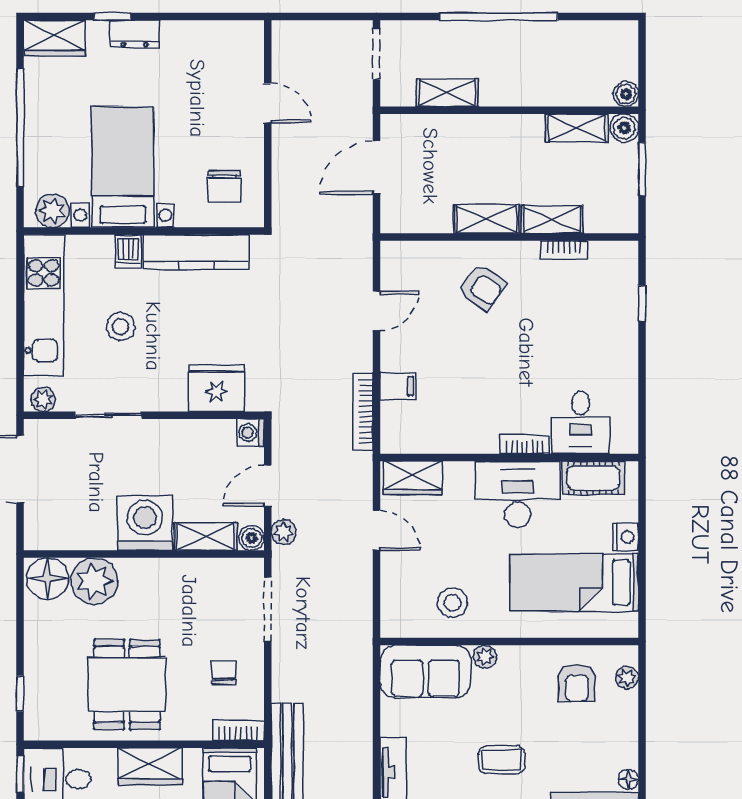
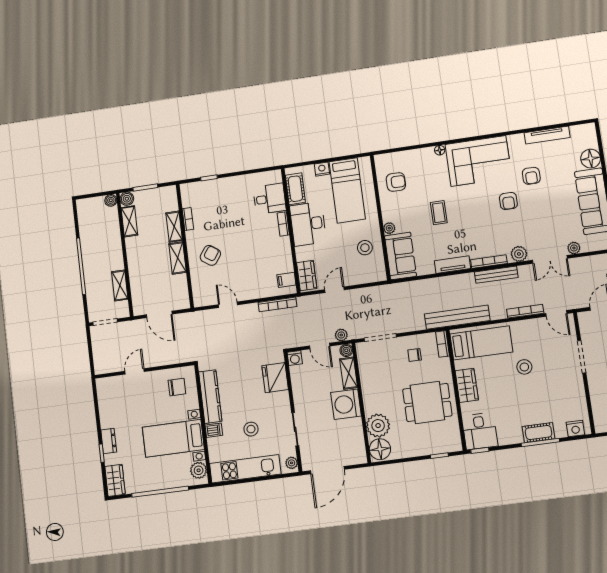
filing cabinet: (398, 386) -> (286, 280), moved, turned -90
plant: (627, 678) -> (390, 158), removed

